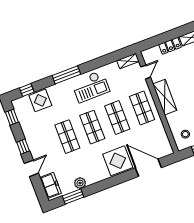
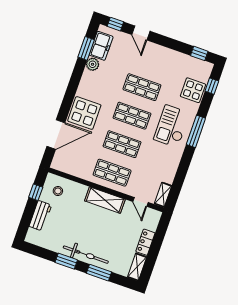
checkout: (91, 86) -> (172, 126), moved
window: (23, 147) -> (115, 24), moved
freezer: (50, 185) -> (101, 46), moved, turned -90

